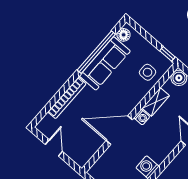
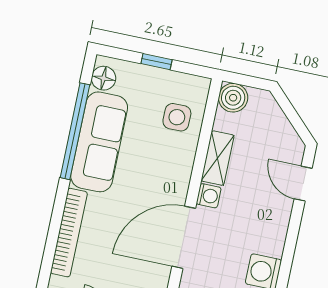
window: (167, 54) -> (157, 62), moved

